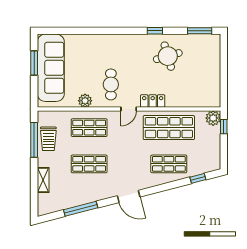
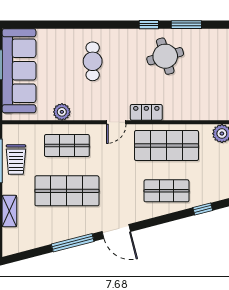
window: (200, 31) -> (186, 25), moved
cafe table: (111, 84) -> (93, 61), moved
shop shelf: (89, 164) -> (67, 191), width x1.43, depth x1.36
window: (81, 209) -> (73, 243), moved

